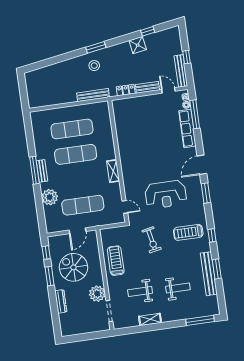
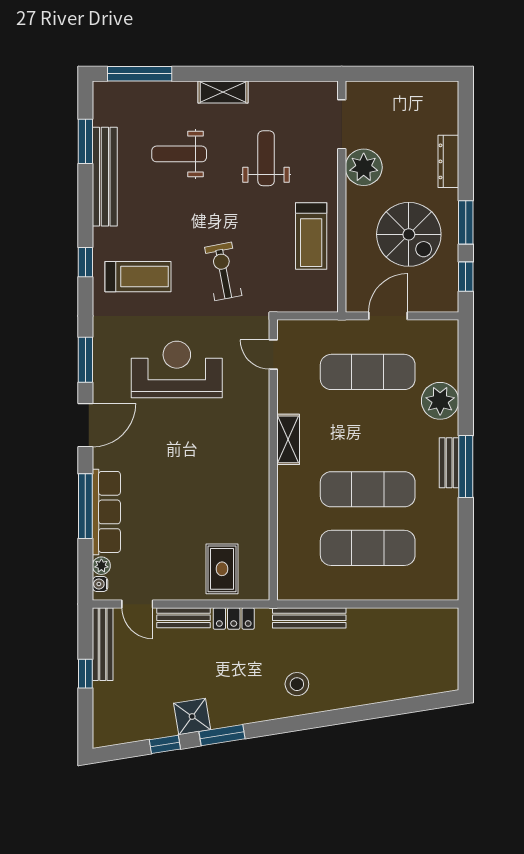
window: (96, 47) -> (222, 735), moved
rug: (134, 111) -> (222, 569), added
window: (195, 114) -> (85, 506), moved
window: (217, 269) -> (85, 141), moved
weight bench: (140, 292) -> (266, 158), turned -90
shelving: (150, 319) -> (223, 92), moved

